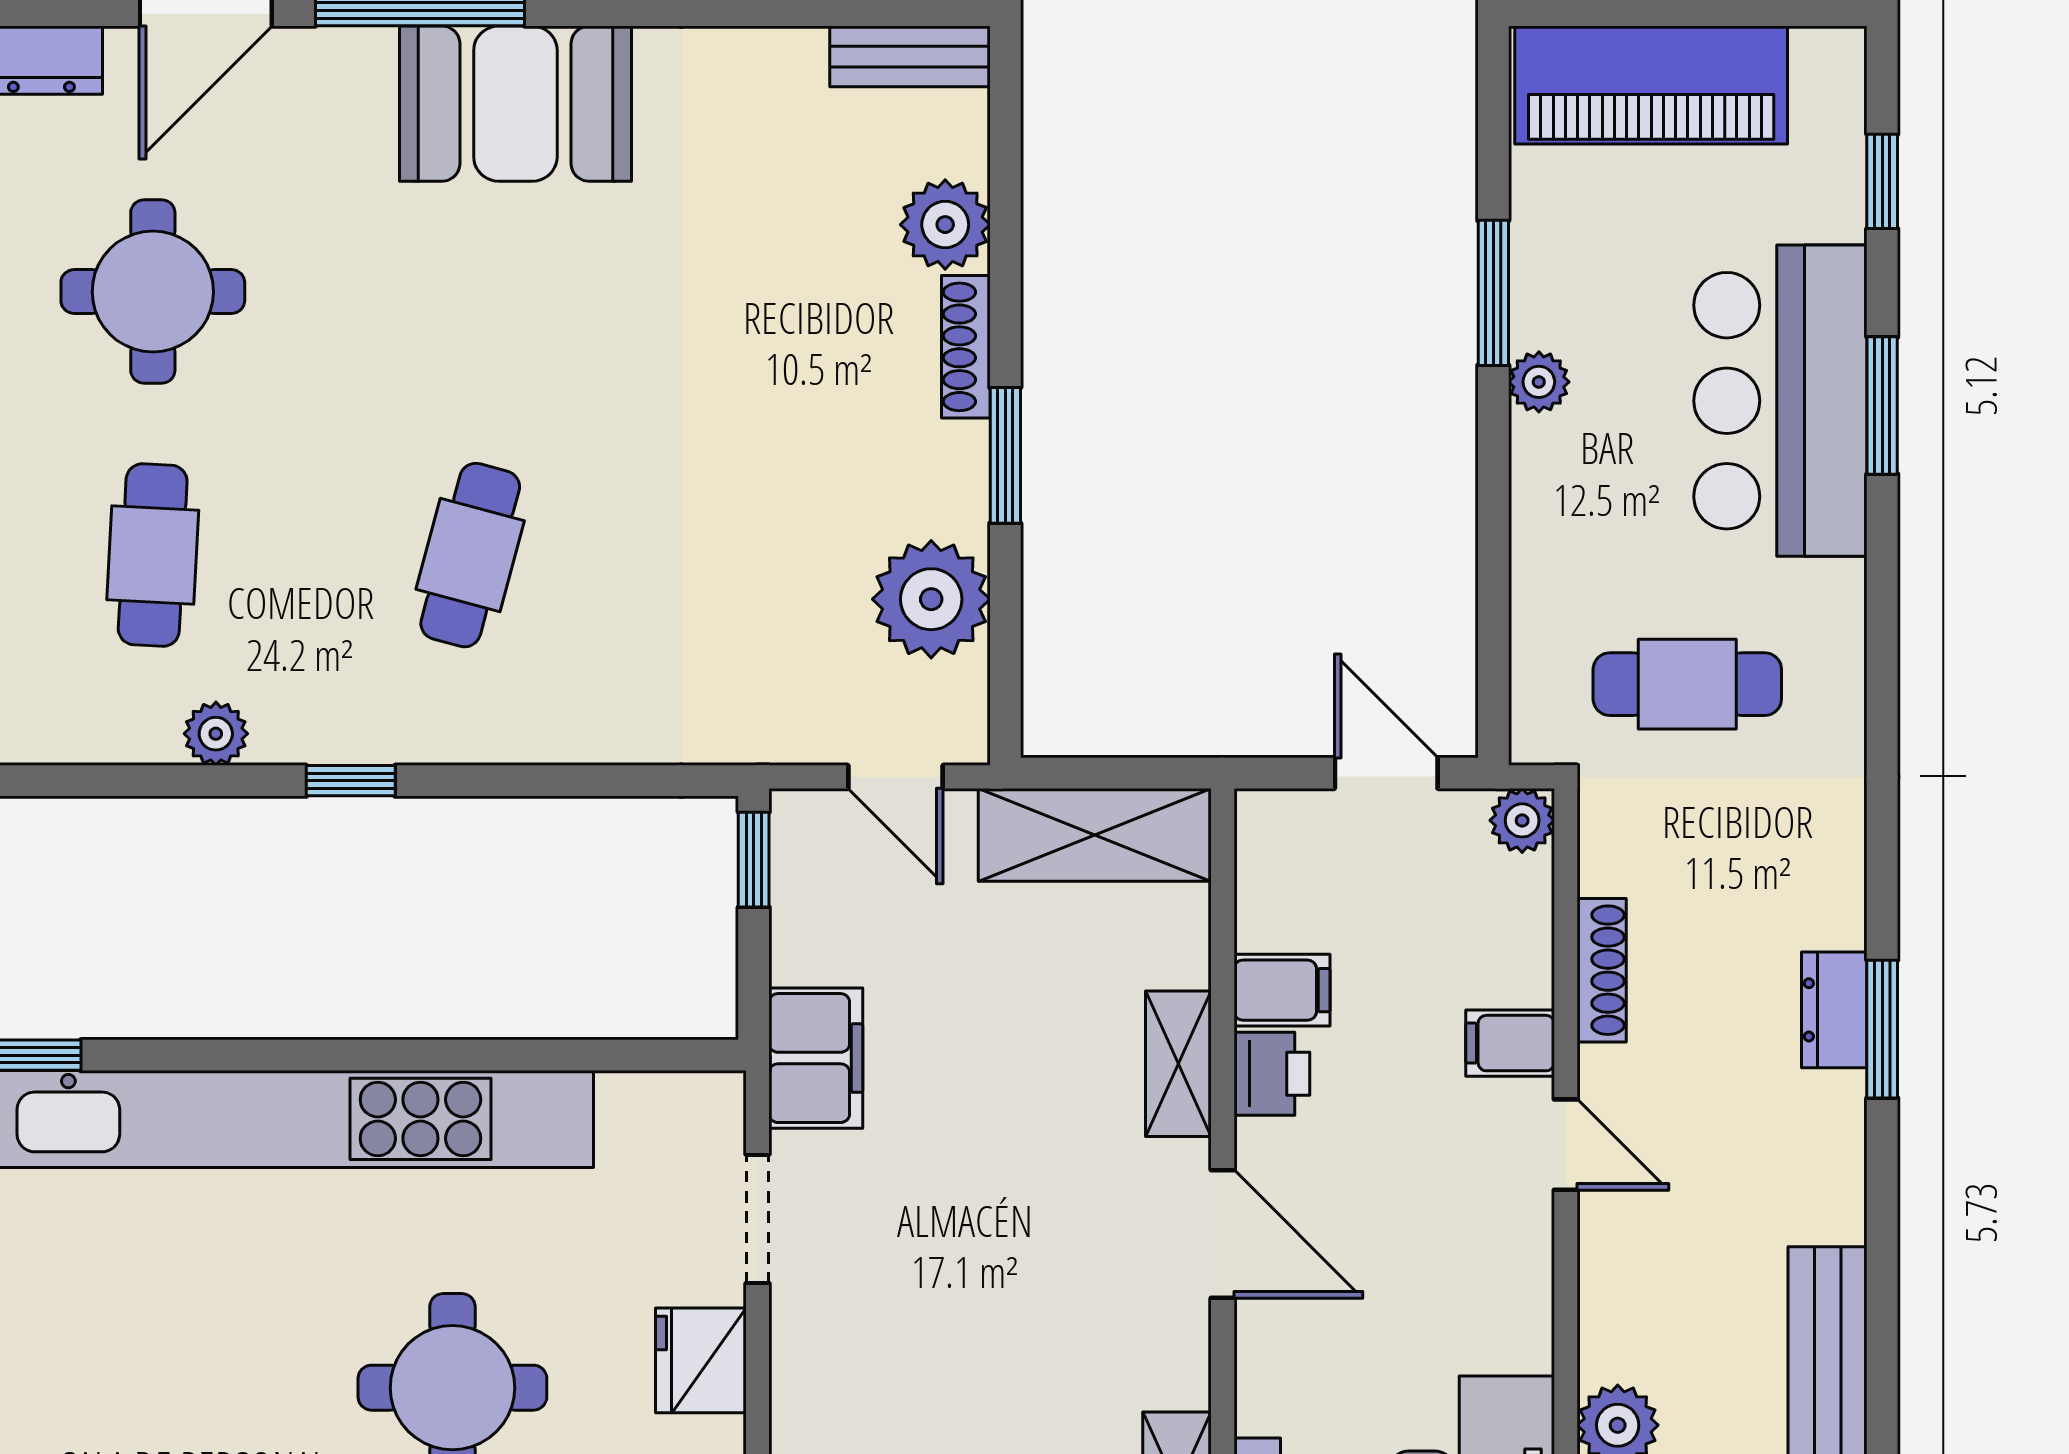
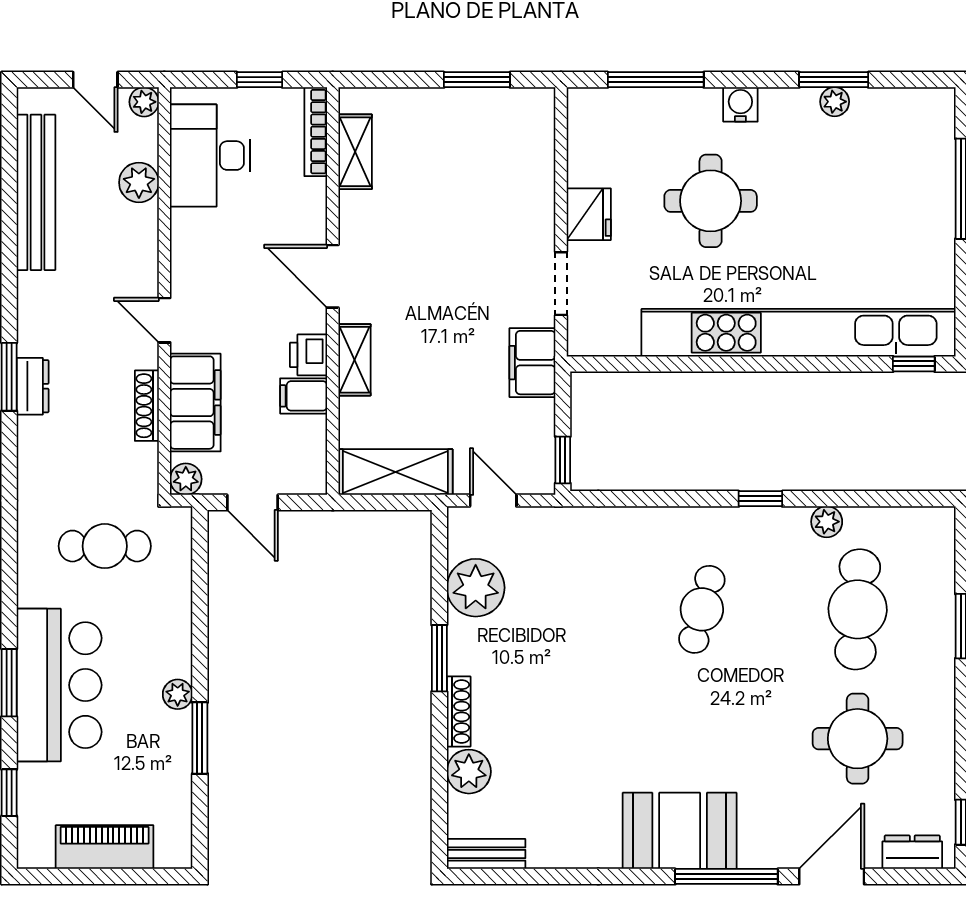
piano: (1651, 85) -> (105, 847), width x0.73, depth x0.75
cafe table: (153, 555) -> (858, 609), width x1.37, depth x1.35
filing cabinet: (1510, 1043) -> (195, 403), width x3.00, depth x1.17

